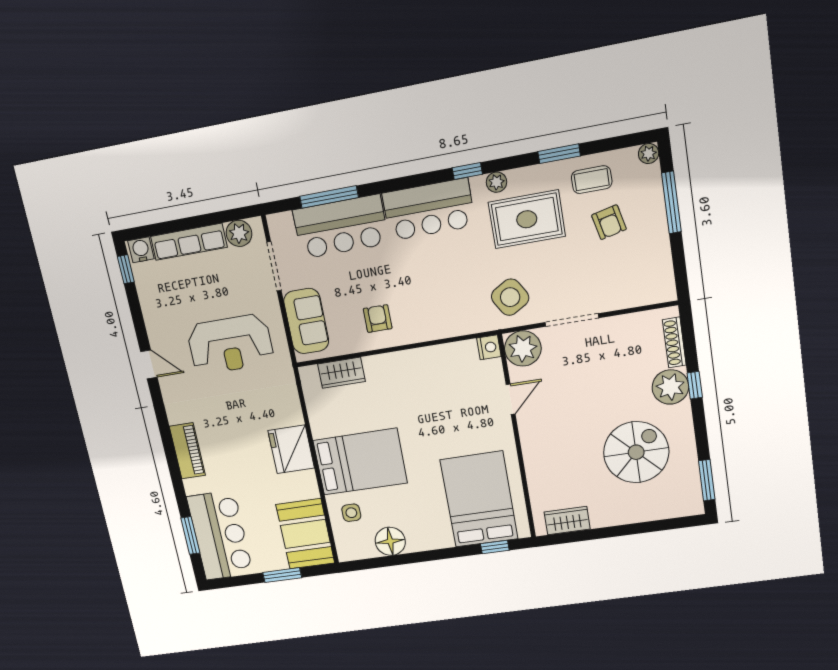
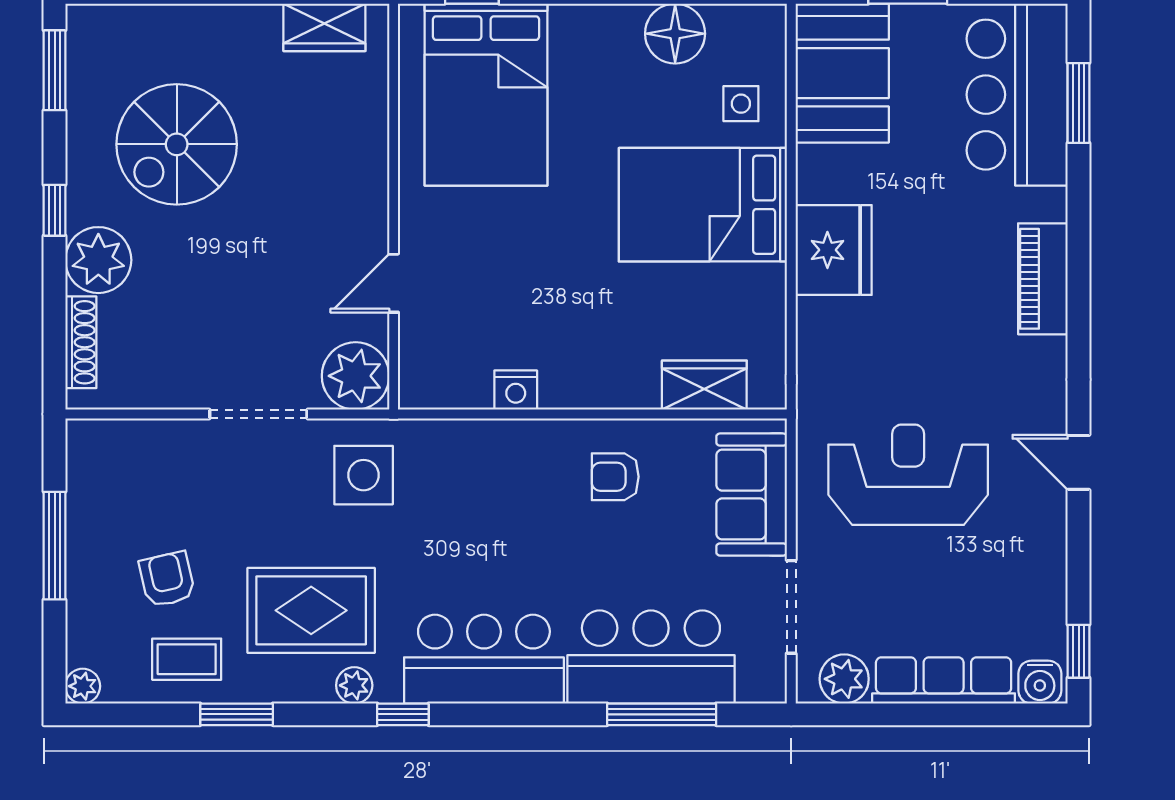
window: (671, 203) -> (55, 546), moved
side table: (510, 297) -> (364, 475), turned 31
armchair: (378, 319) -> (615, 477), turned 90
nightstand: (489, 347) -> (516, 390), moved, turned -90
window: (695, 385) -> (55, 210), moved

